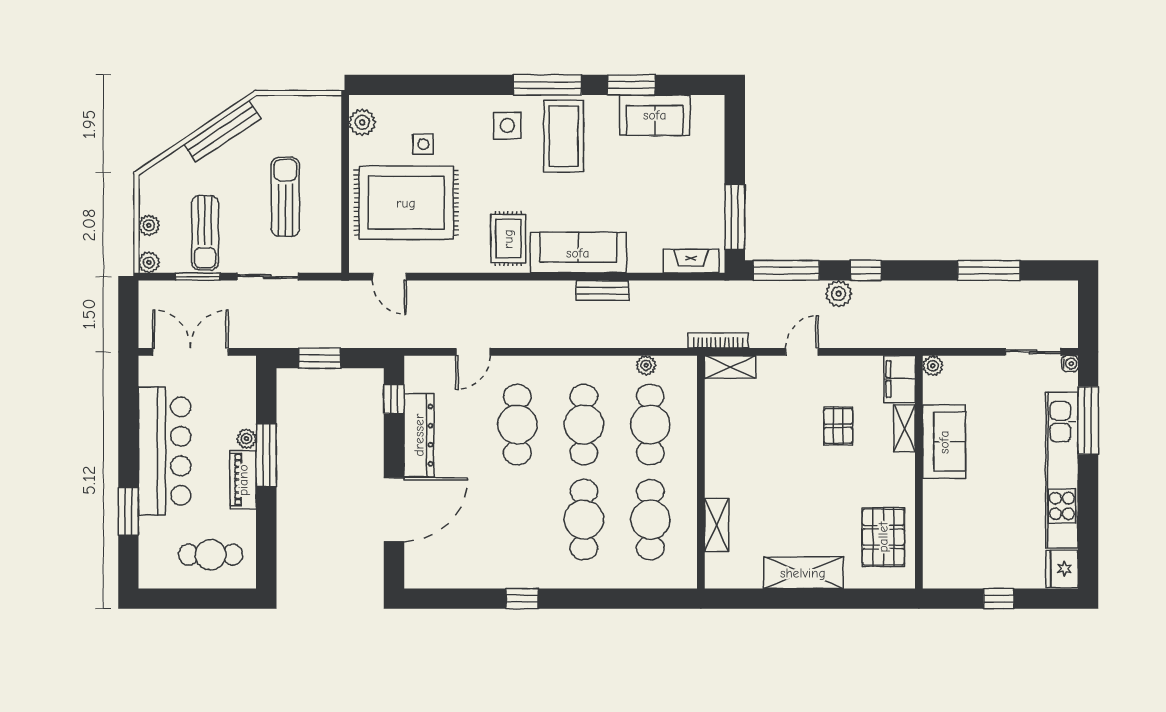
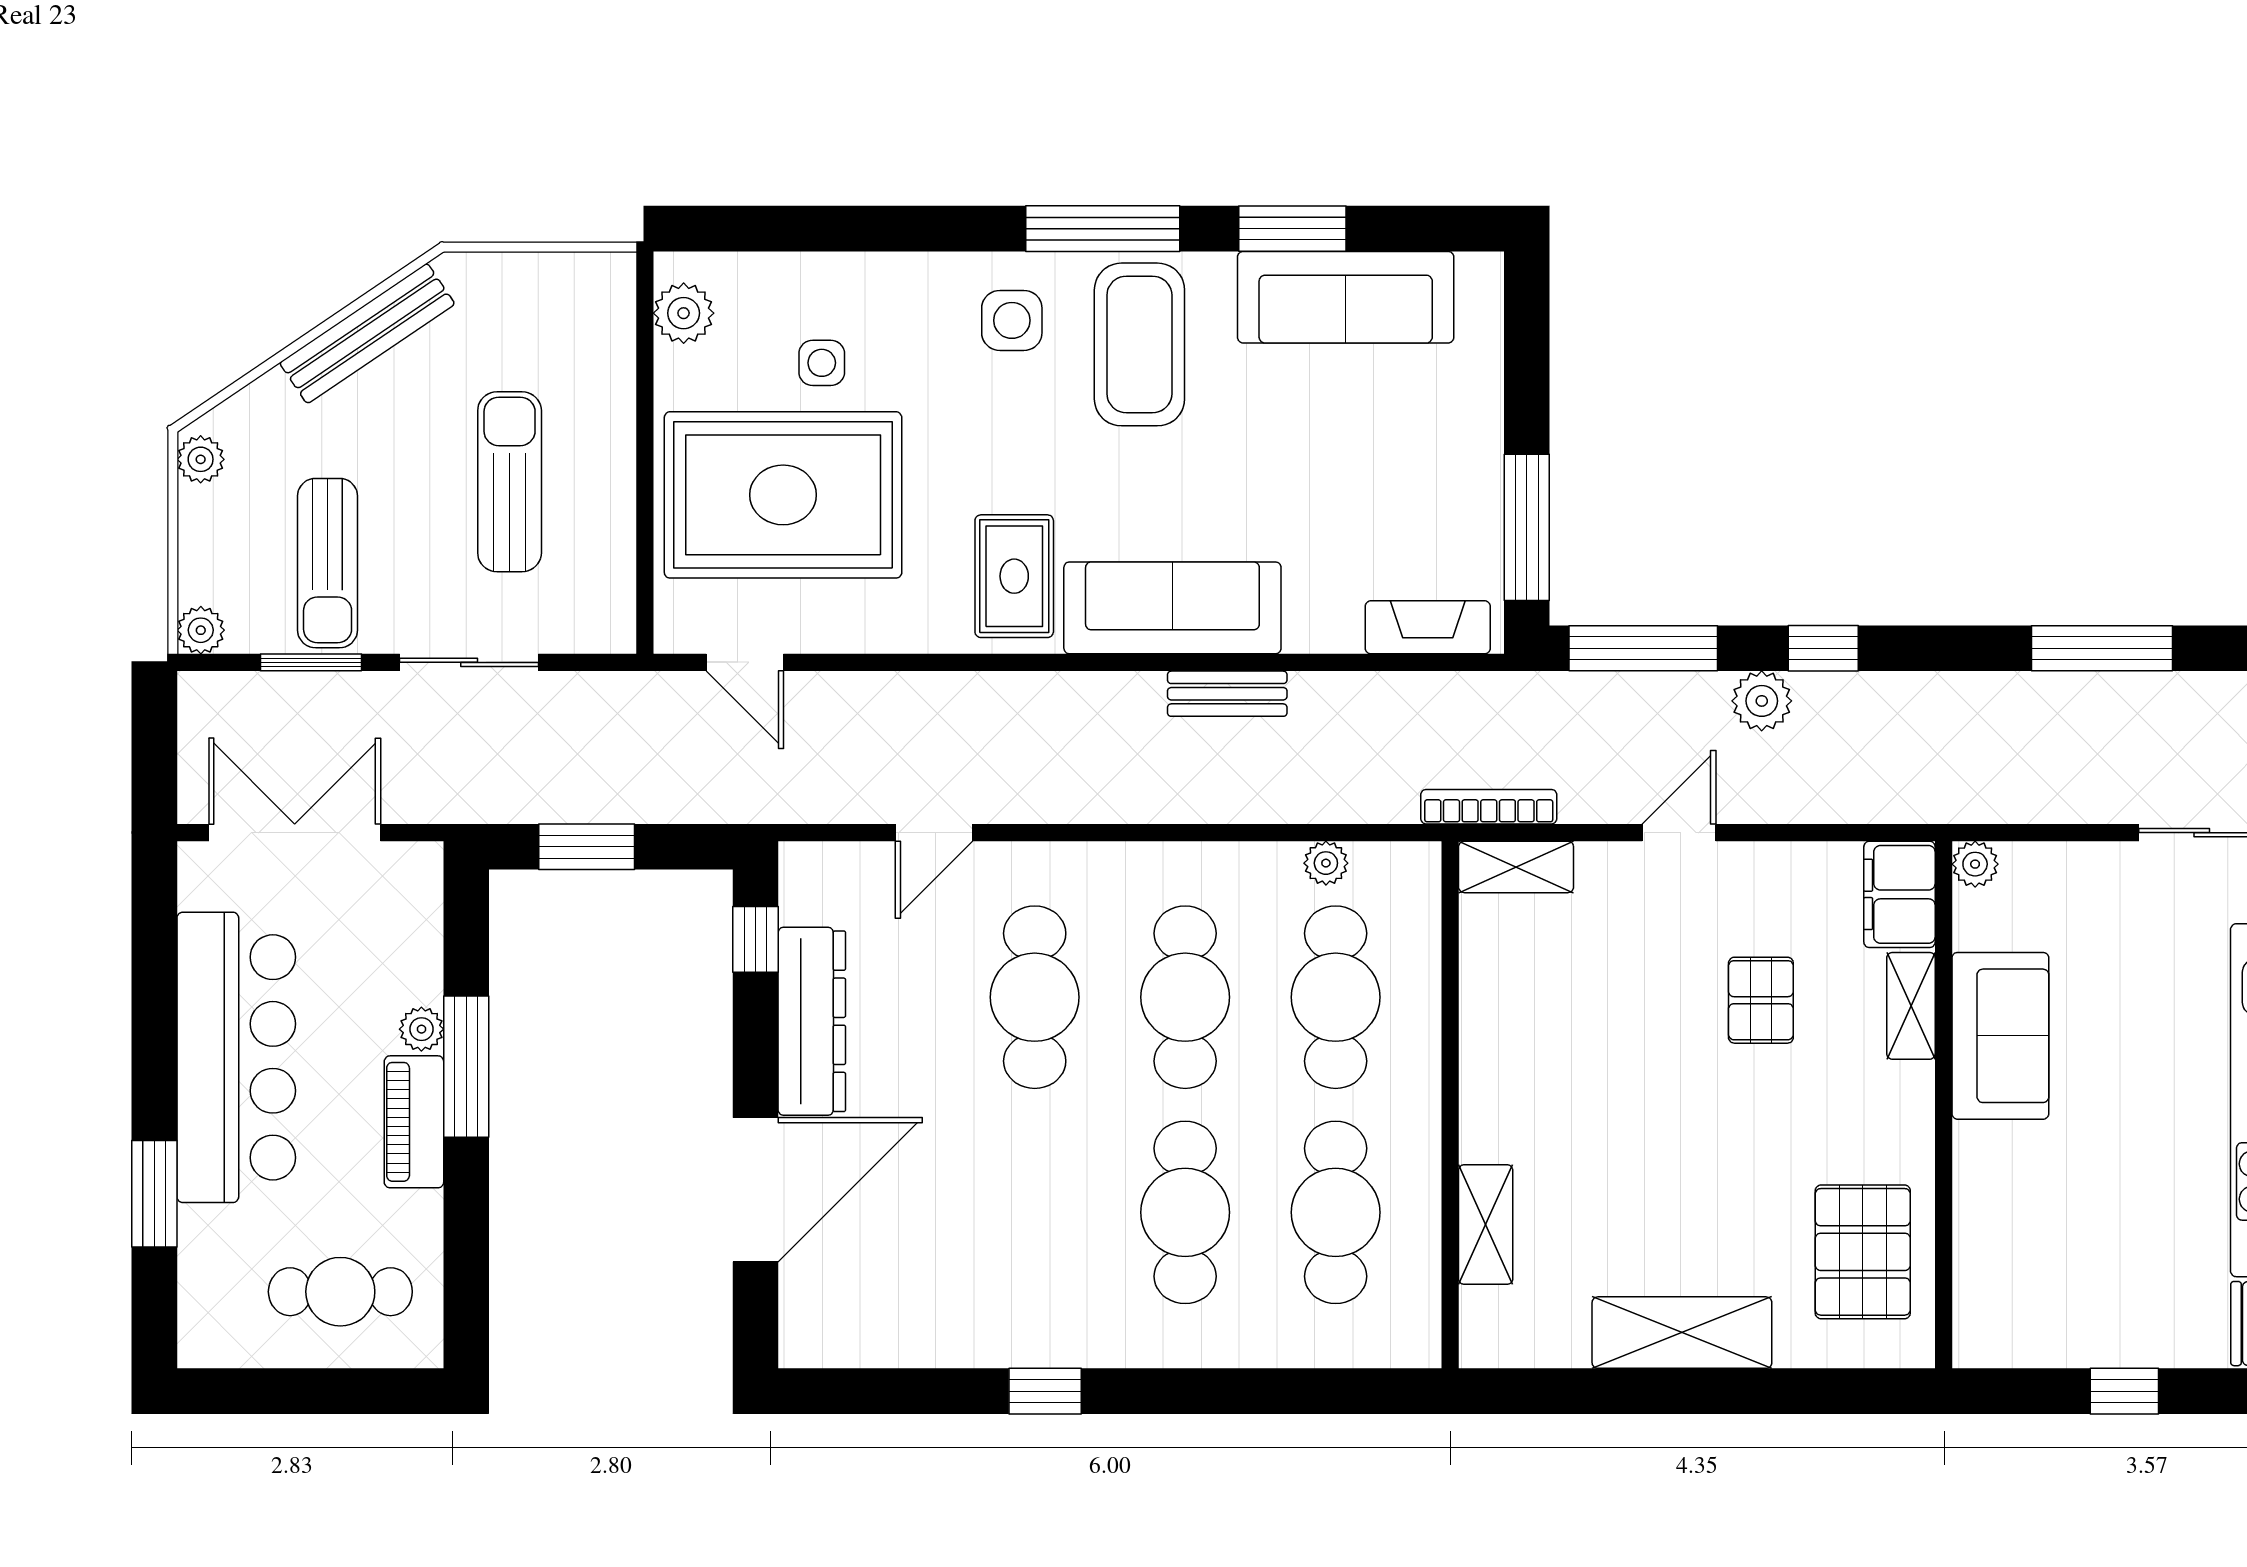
sofa: (655, 115) -> (1346, 297), width x1.36
plant: (149, 225) -> (201, 459), moved

